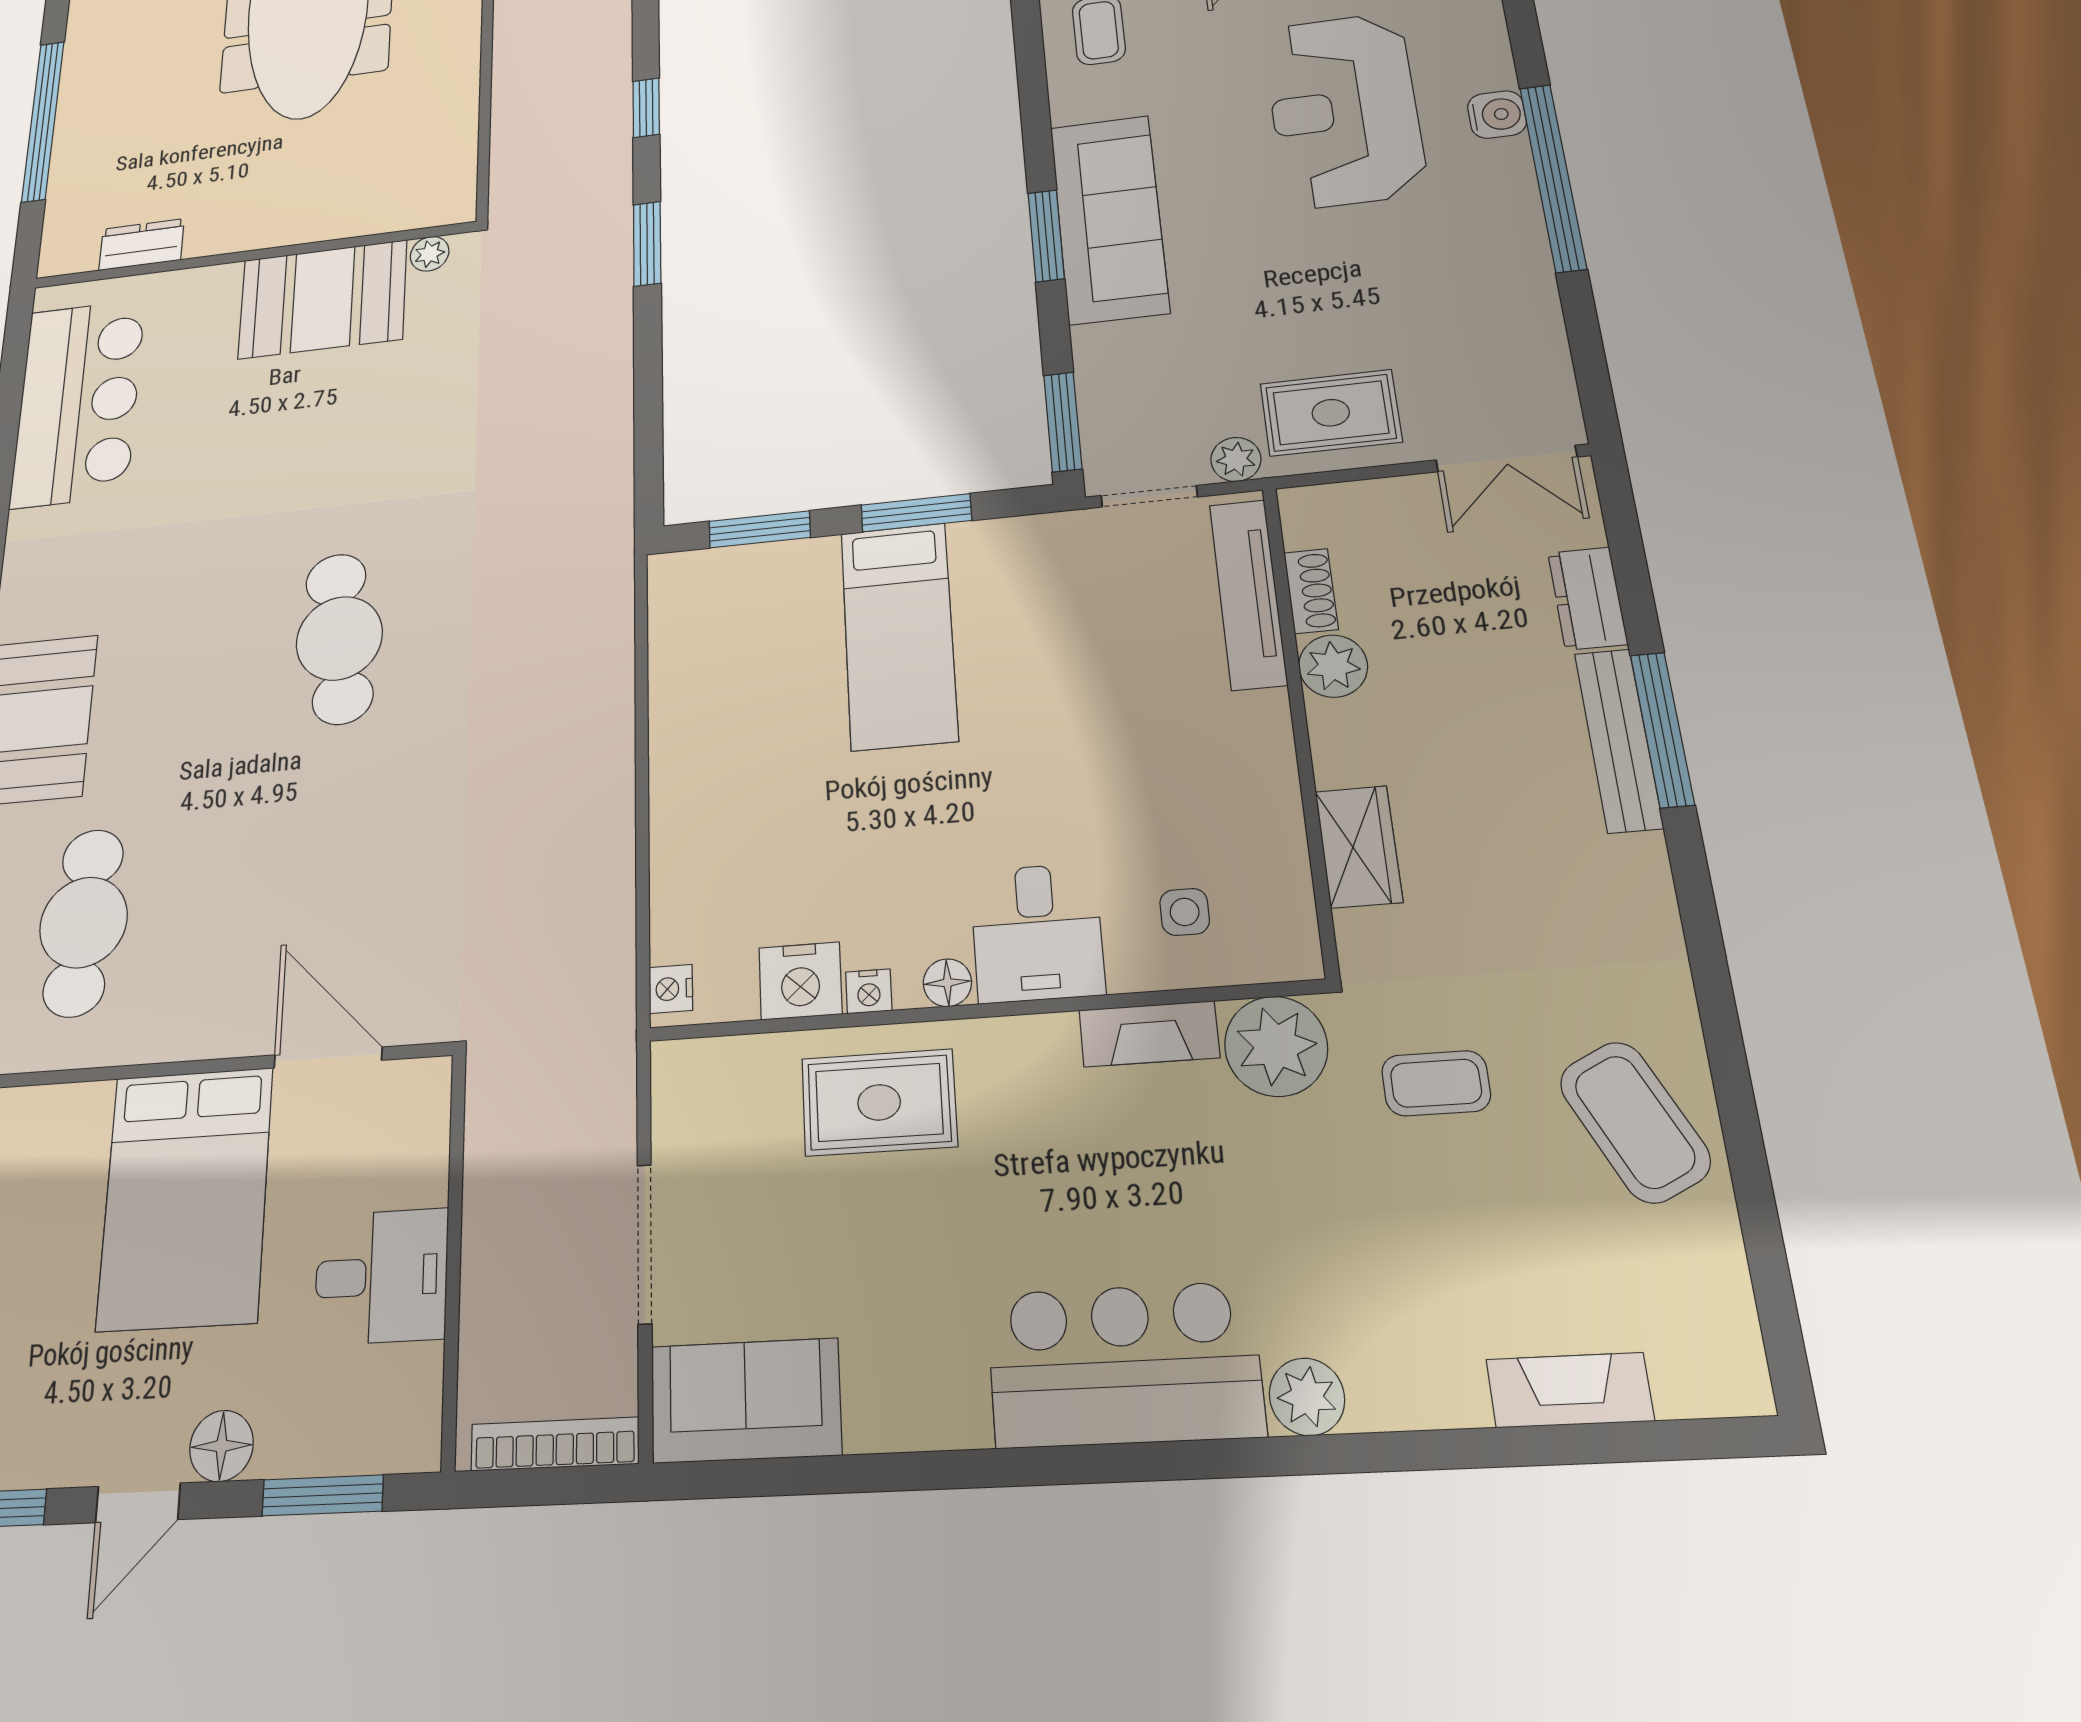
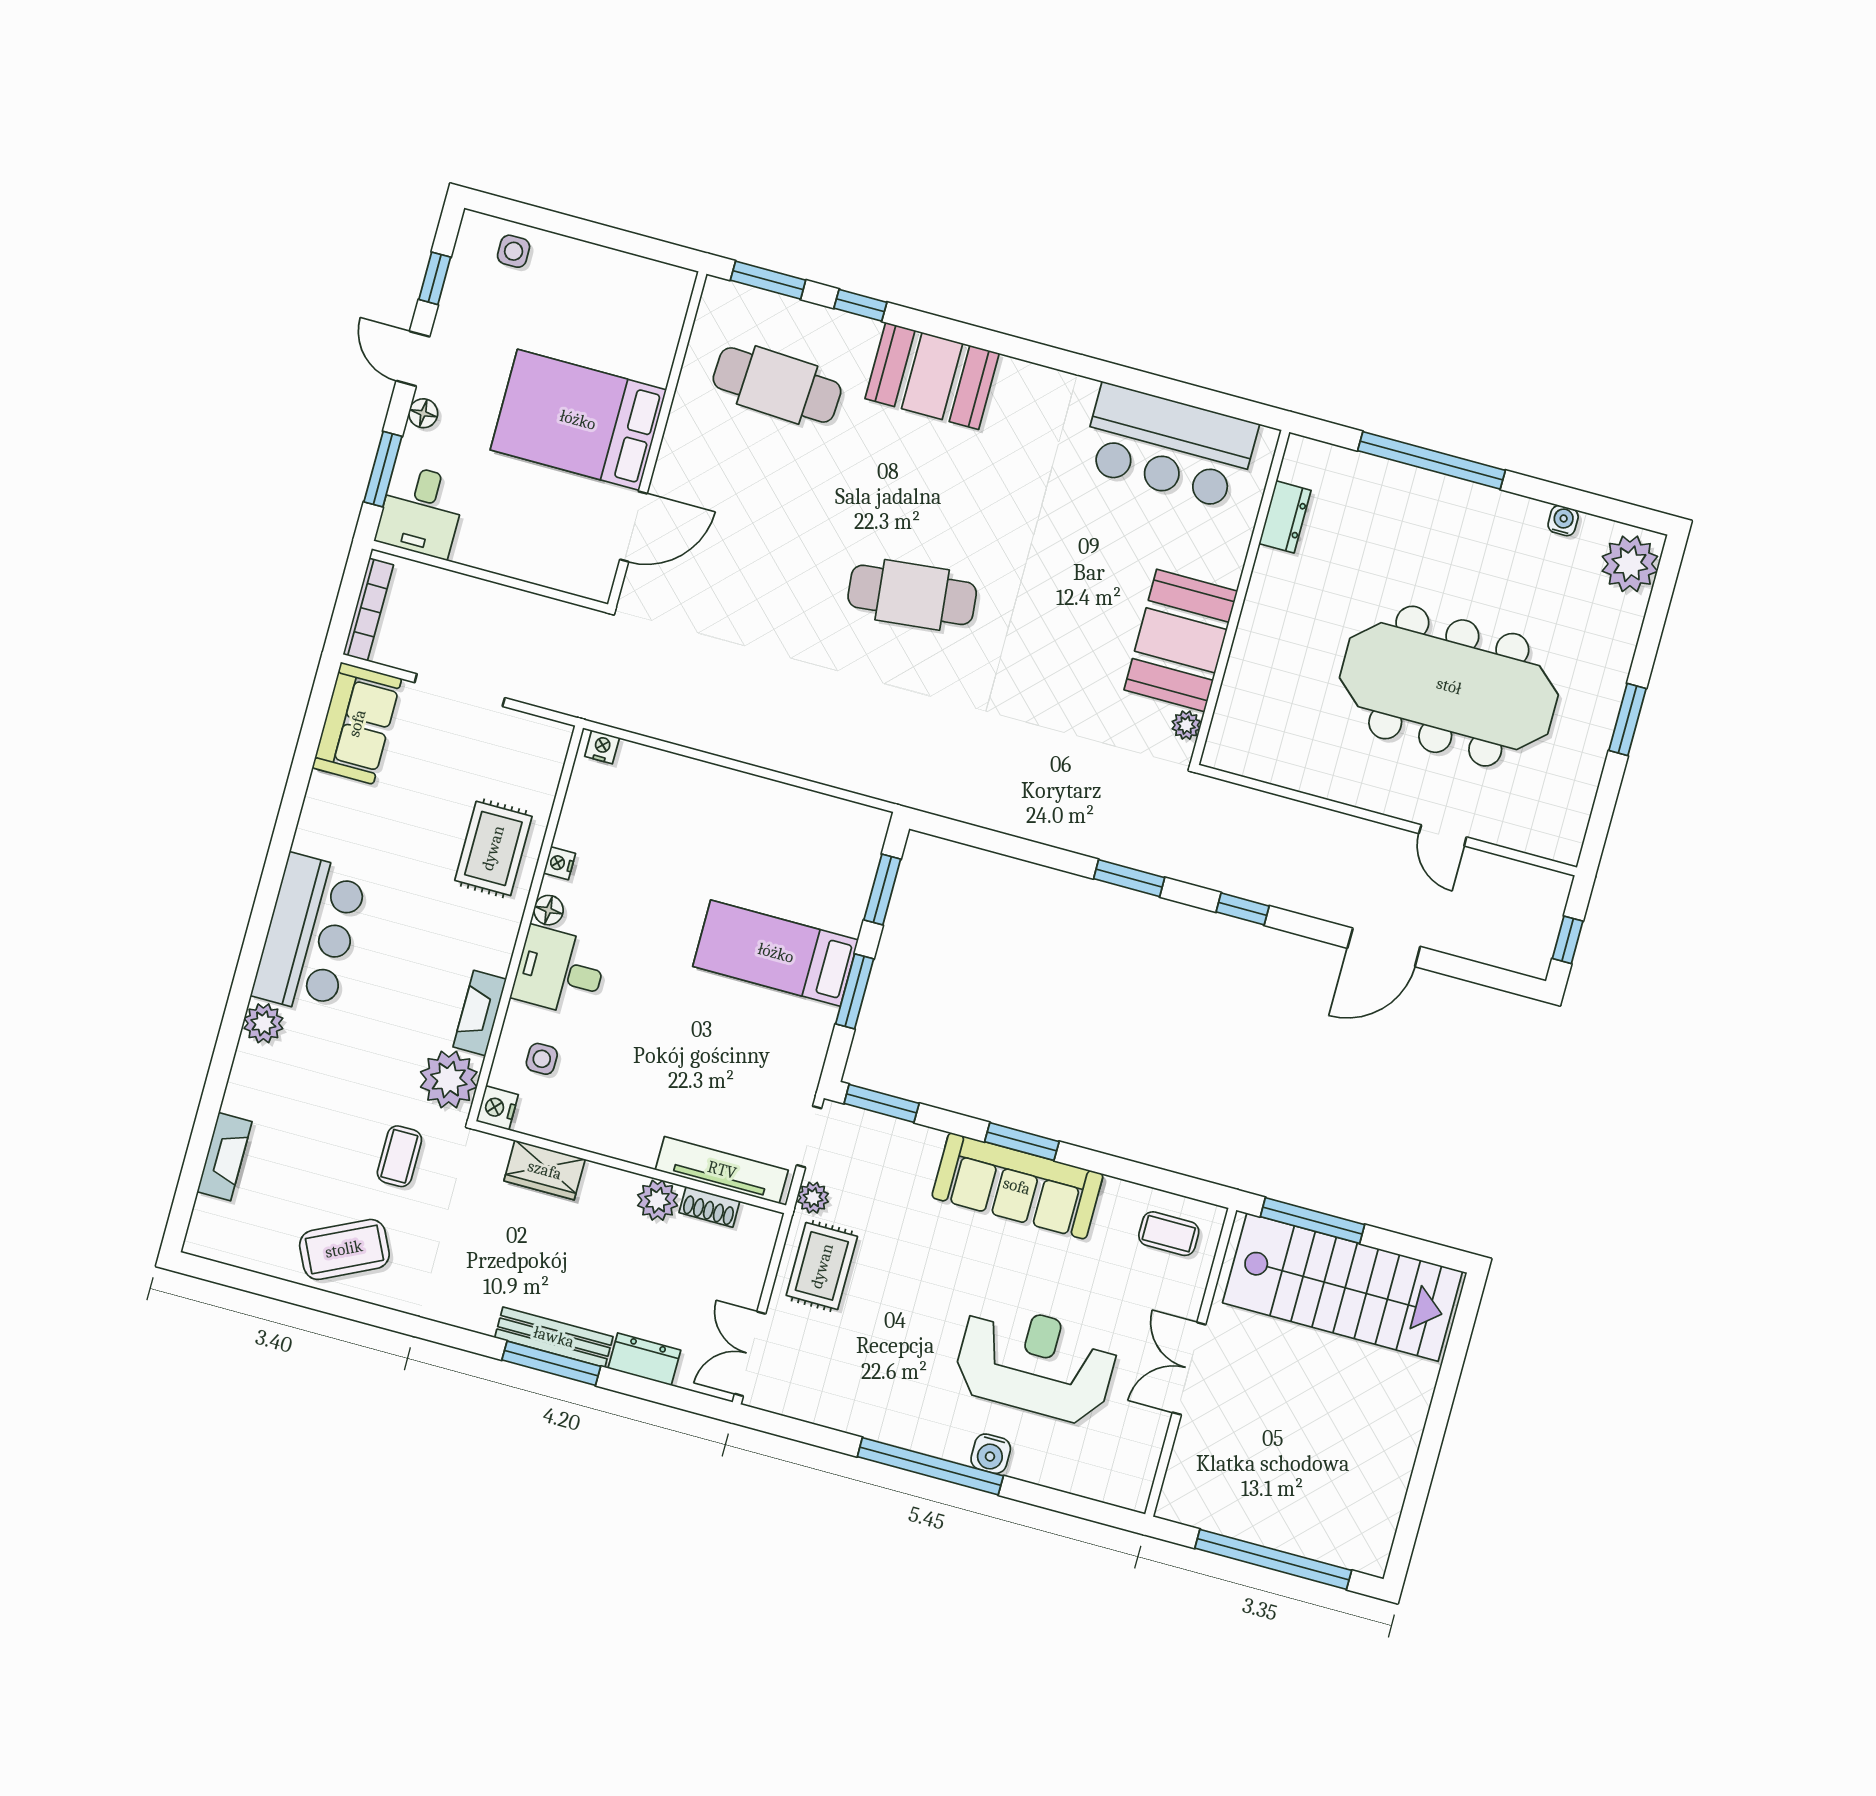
nightstand: (800, 981) -> (497, 1108), moved, width x0.74, depth x0.75
desk: (381, 1276) -> (421, 511), moved
floor lamp: (221, 1446) -> (423, 413), width x0.73, depth x0.73

